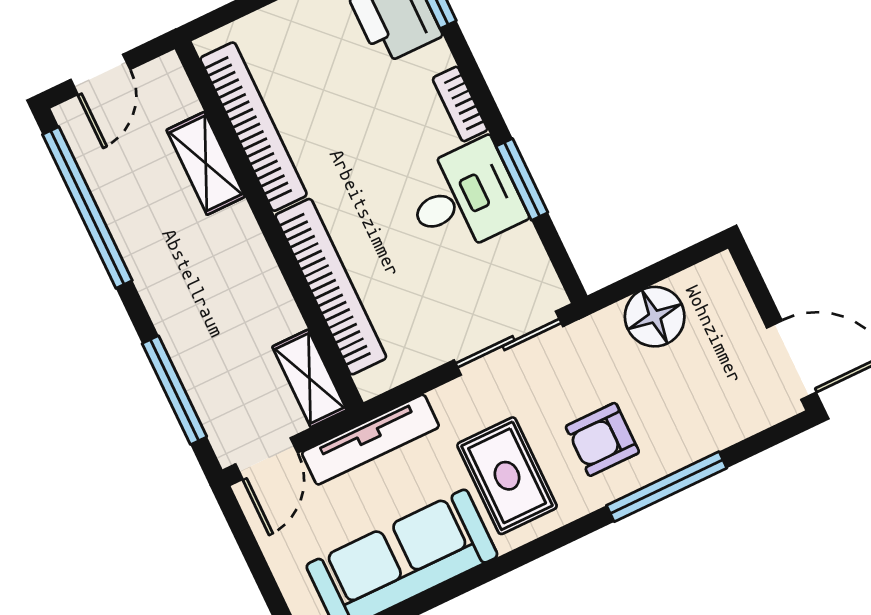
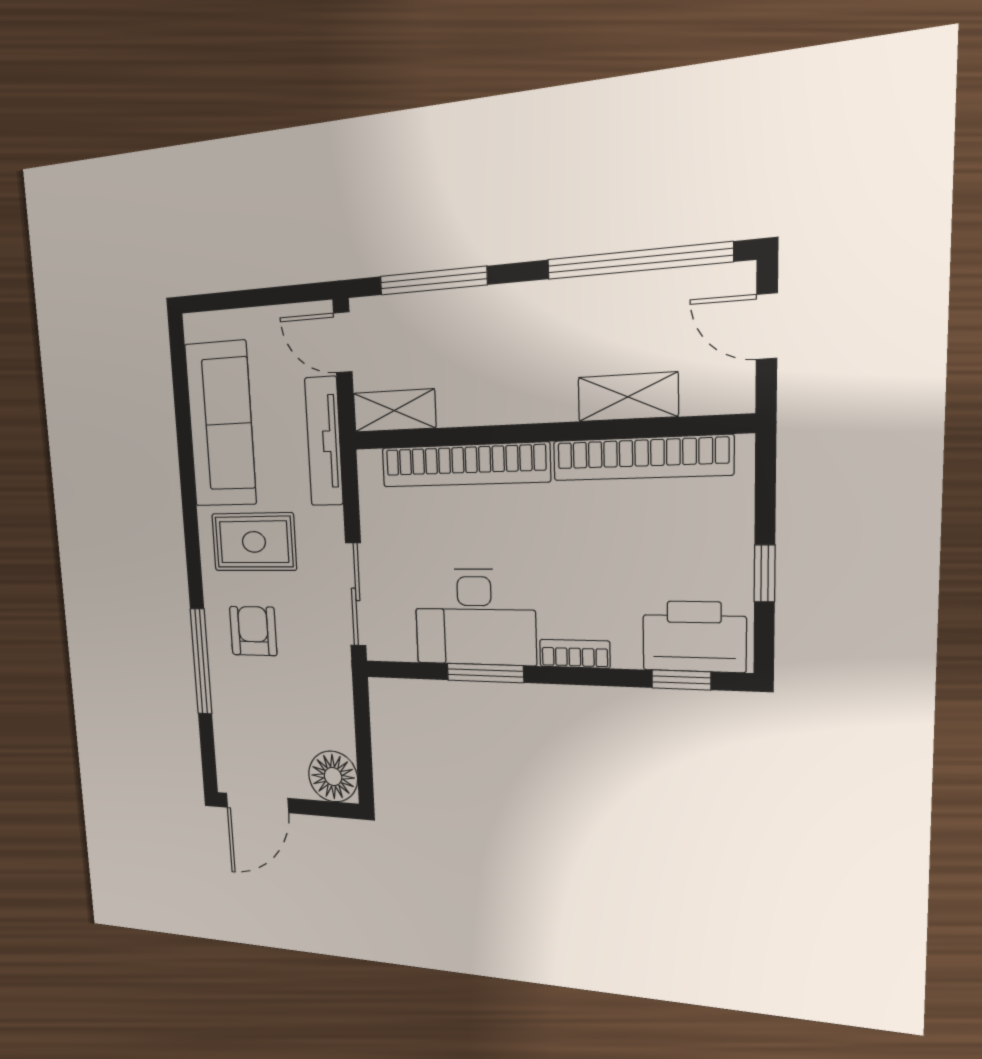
desk: (464, 198) -> (475, 617), width x1.37
floor lamp: (655, 317) -> (333, 777), moved

